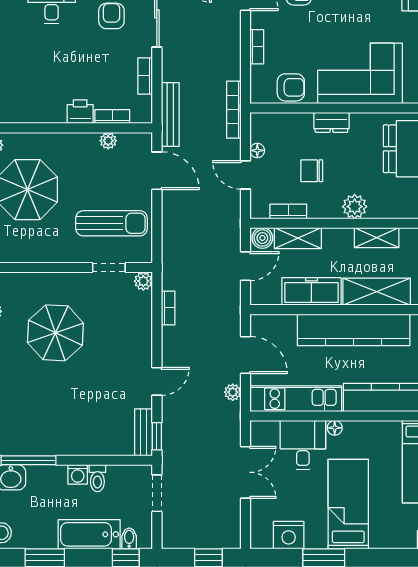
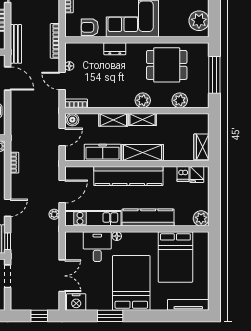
armchair: (291, 87) -> (90, 27), turned 180
chair: (312, 171) -> (103, 78), removed
plant: (355, 207) -> (143, 100), moved
bookcase: (288, 211) -> (76, 103), moved
shelving: (298, 238) -> (113, 120), moved
door: (246, 355) -> (62, 191), hinge flipped
double door: (246, 472) -> (62, 276), moved
bed: (348, 504) -> (131, 283), width x1.50
nightstand: (289, 535) -> (76, 302), moved

